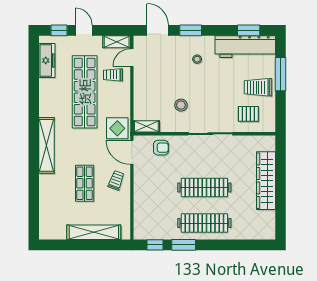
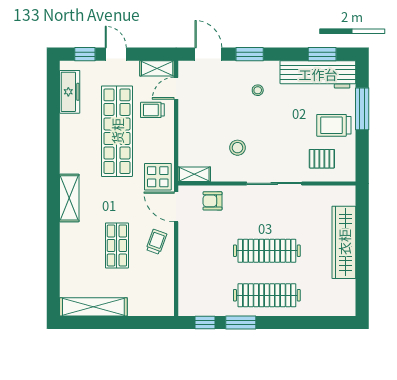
shelving: (47, 145) -> (69, 198), width x0.68
armchair: (161, 148) -> (213, 201), turned 180
shelving: (94, 232) -> (93, 307), moved

